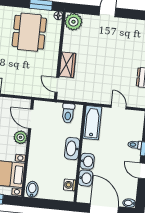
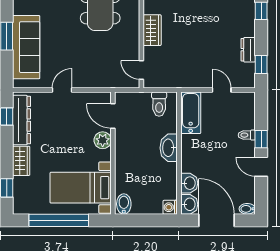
wardrobe: (67, 65) -> (152, 30), moved
washbasin: (87, 161) -> (189, 204), moved
washing machine: (70, 185) -> (170, 207), moved

